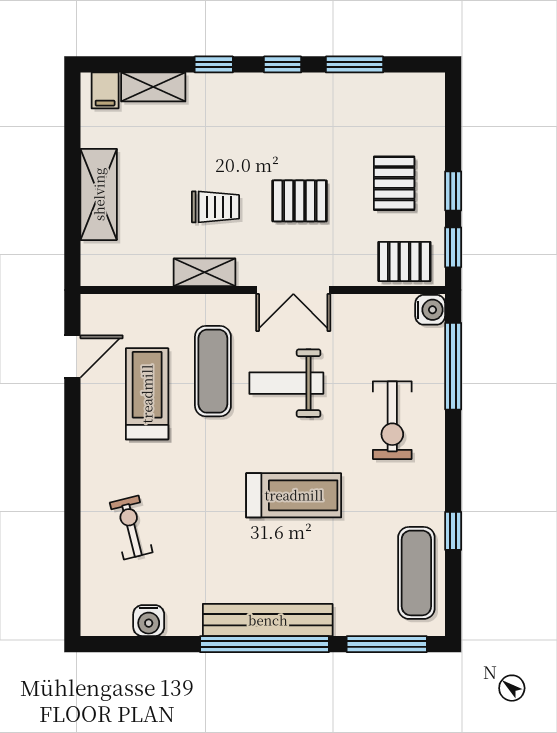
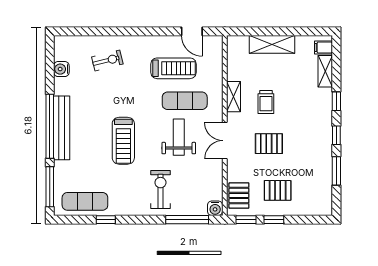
pallet: (300, 201) -> (269, 144), turned 90
exercise bike: (392, 420) -> (160, 190), turned 90

